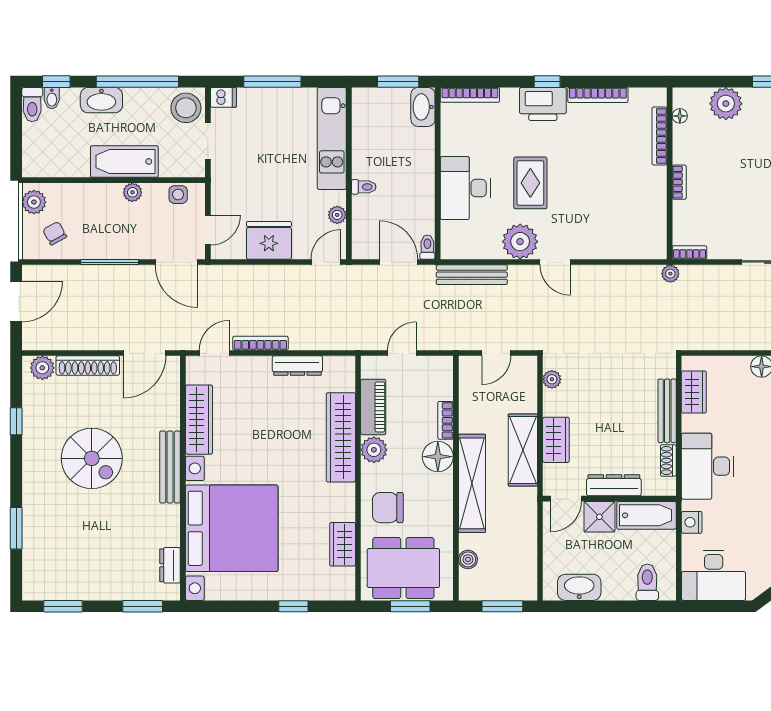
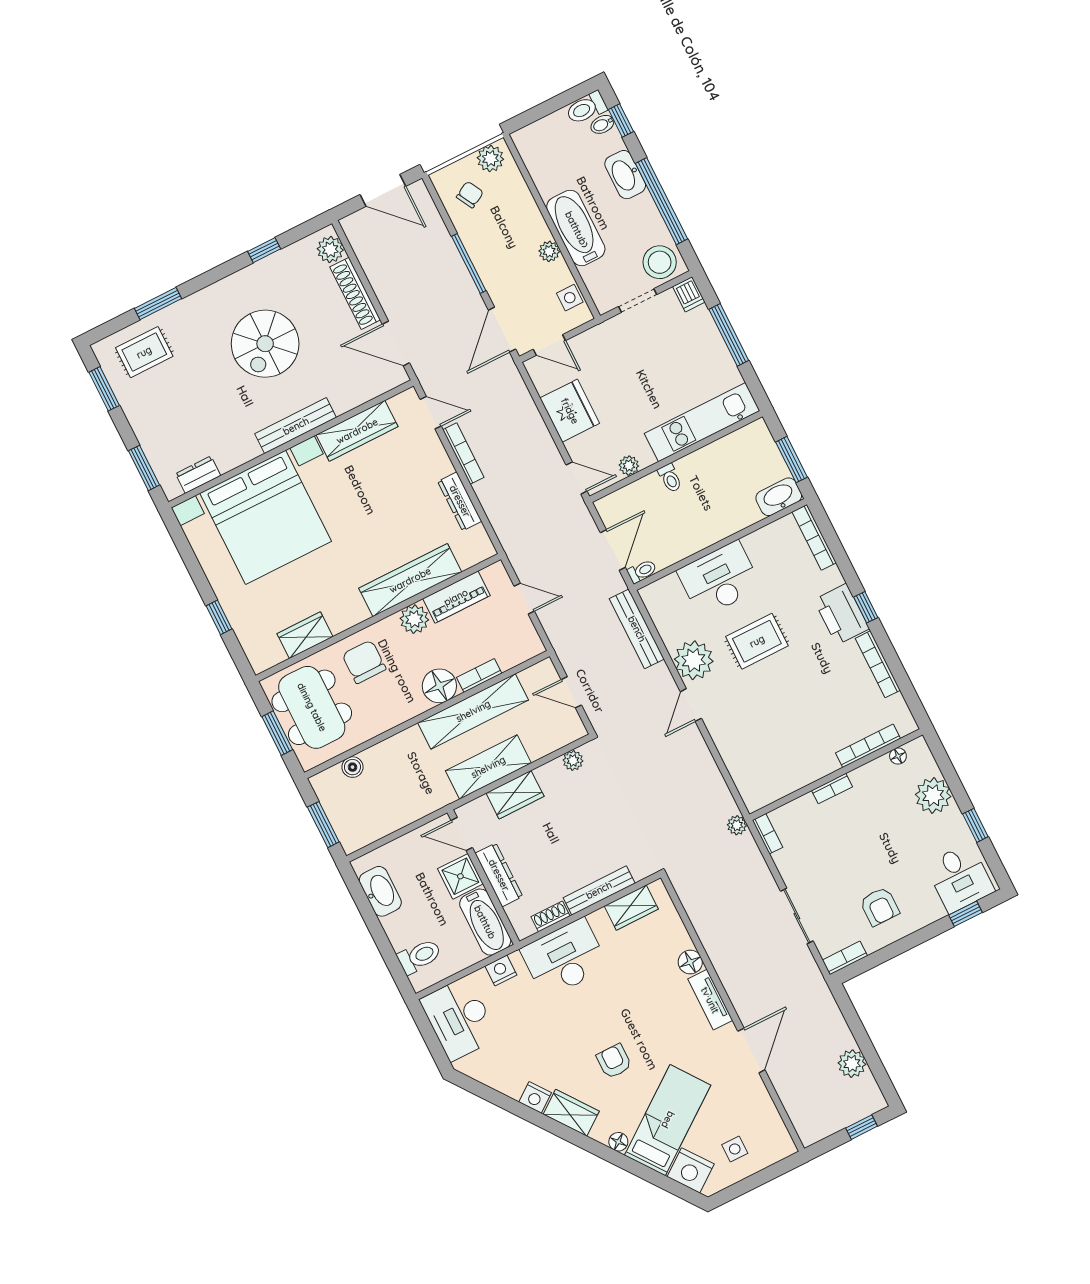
shelving: (472, 483) -> (473, 711), moved
rug: (50, 559) -> (144, 352), added

